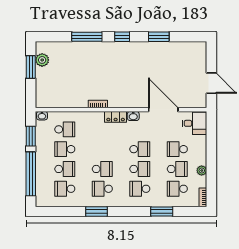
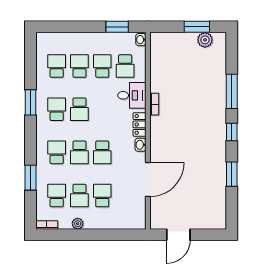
desk: (194, 123) -> (132, 95), moved, turned -90
school desk: (65, 169) -> (79, 66), turned 180
window: (31, 174) -> (74, 27), removed

